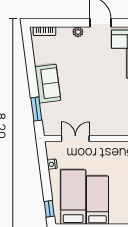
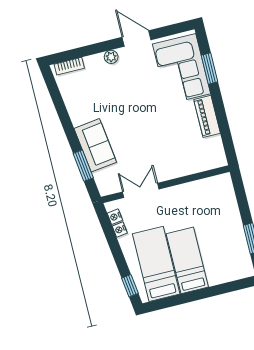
sofa: (48, 84) -> (95, 145), moved
nightstand: (51, 154) -> (115, 217), added

